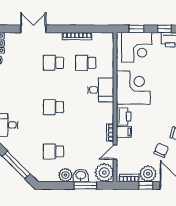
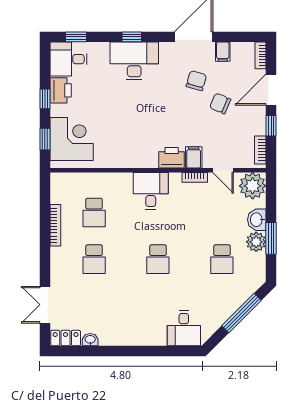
double door: (33, 29) -> (45, 305), moved
corner desk: (133, 87) -> (130, 144), removed
desk: (101, 90) -> (151, 191), moved
plant: (148, 174) -> (254, 123), removed
window: (85, 185) -> (271, 238), moved

